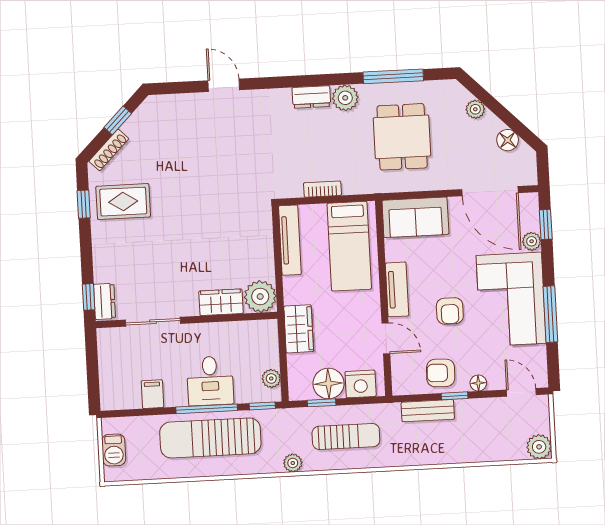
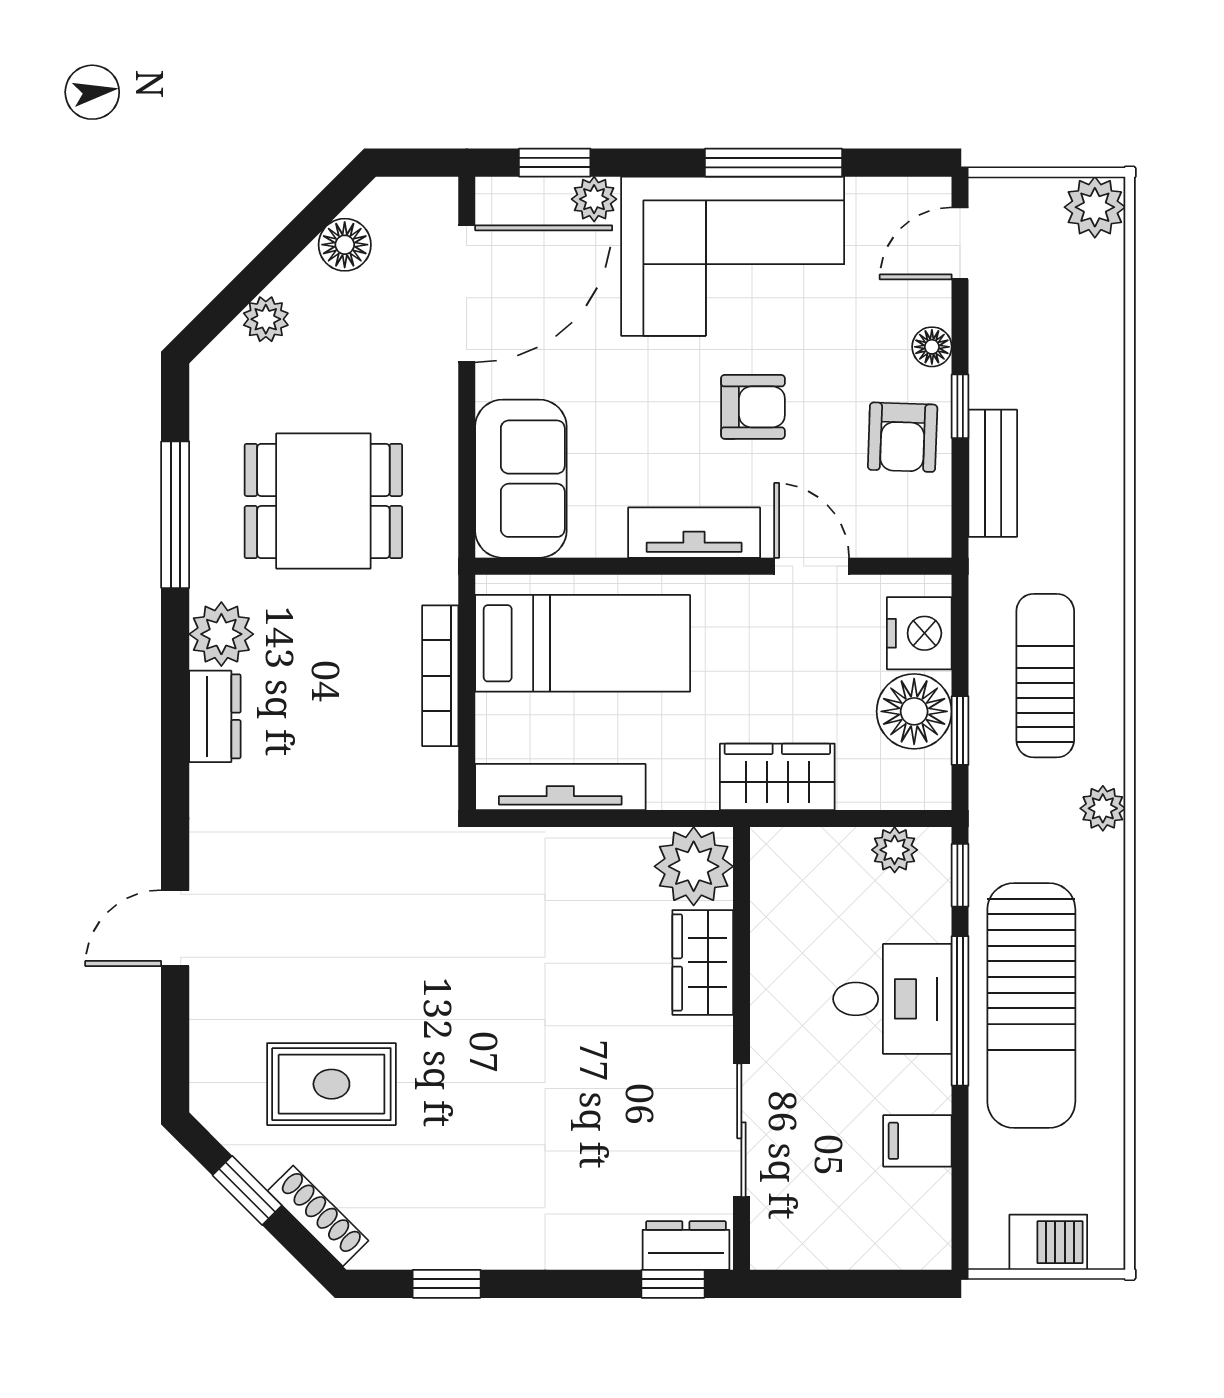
bookcase: (322, 189) -> (440, 676), width x1.56
rug: (123, 202) -> (331, 1084), moved, turned 90
door: (386, 338) -> (812, 566), hinge flipped

